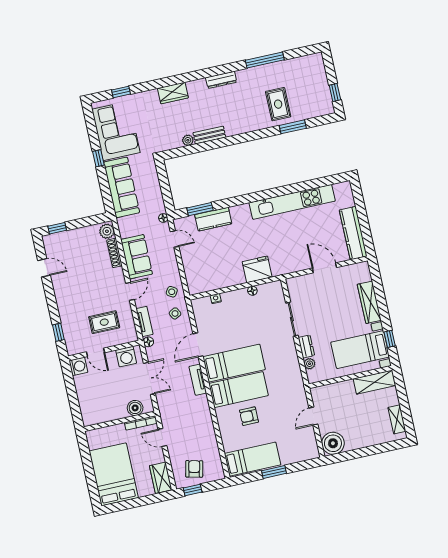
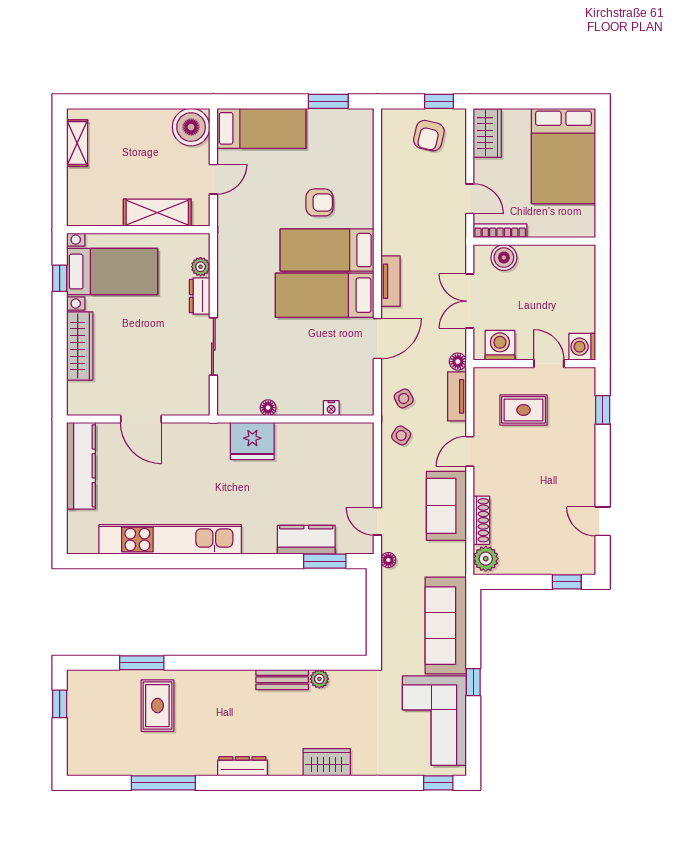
window: (121, 92) -> (438, 783), moved
shelving: (374, 382) -> (157, 213), moved
bed: (253, 459) -> (261, 128), moved, turned 180
window: (274, 472) -> (328, 101), moved

